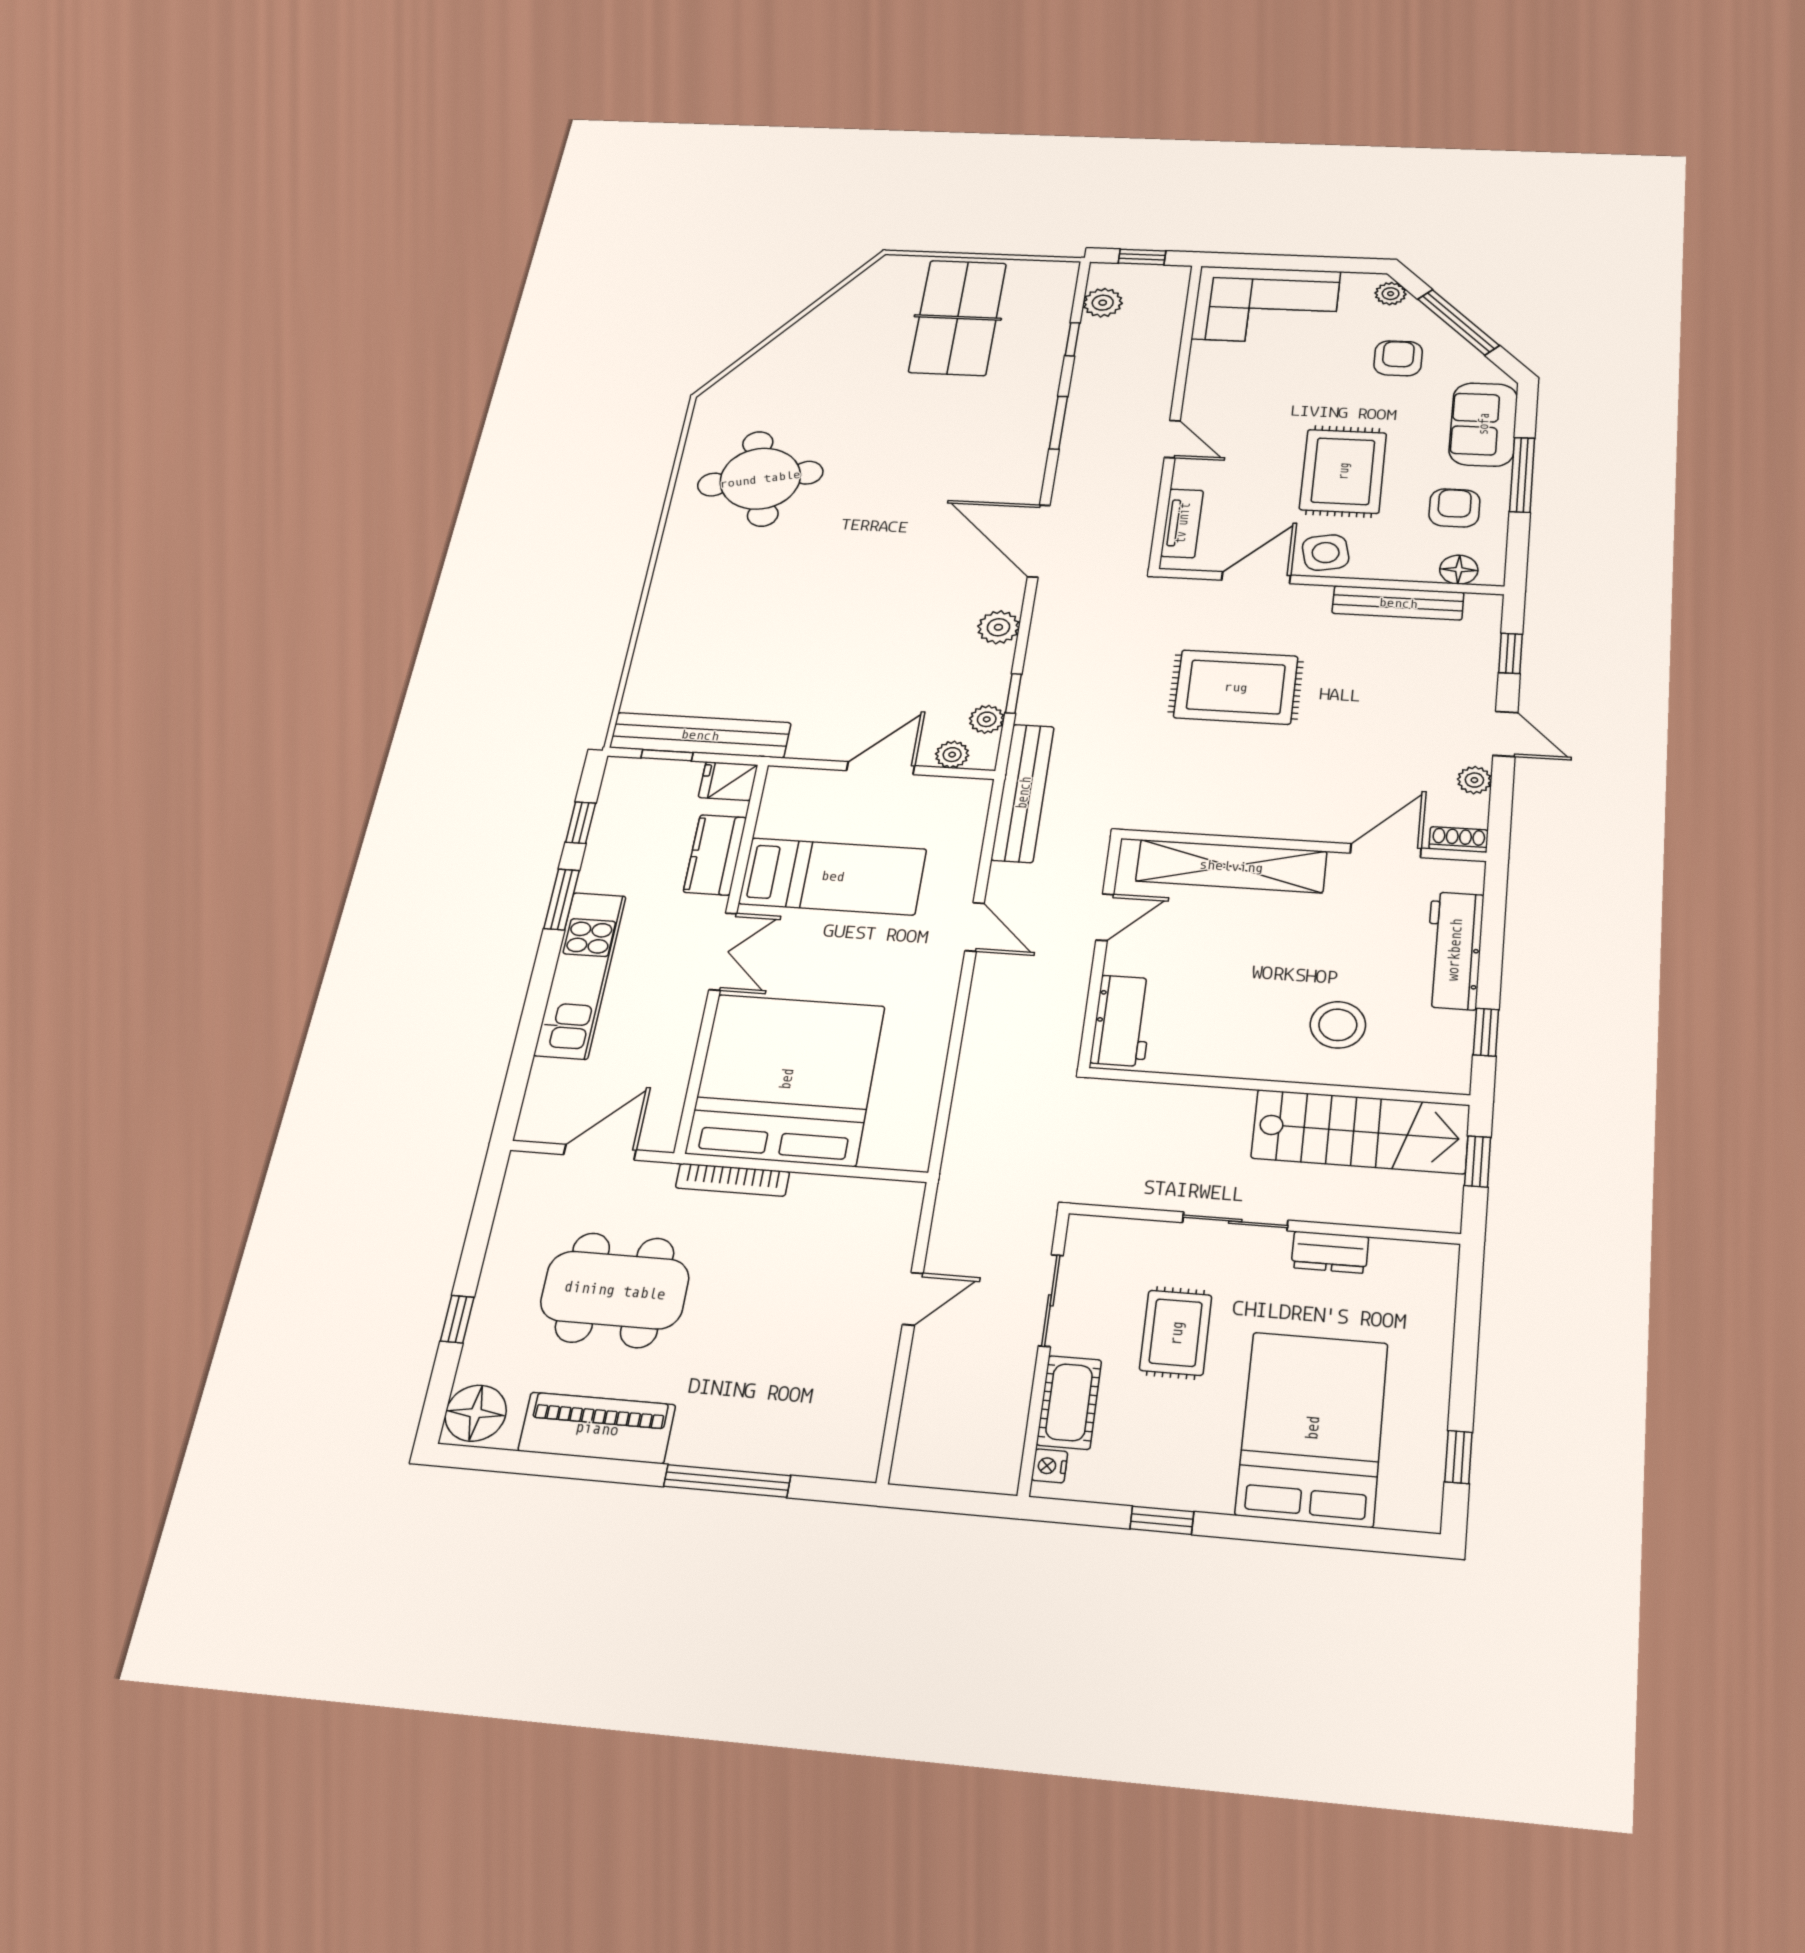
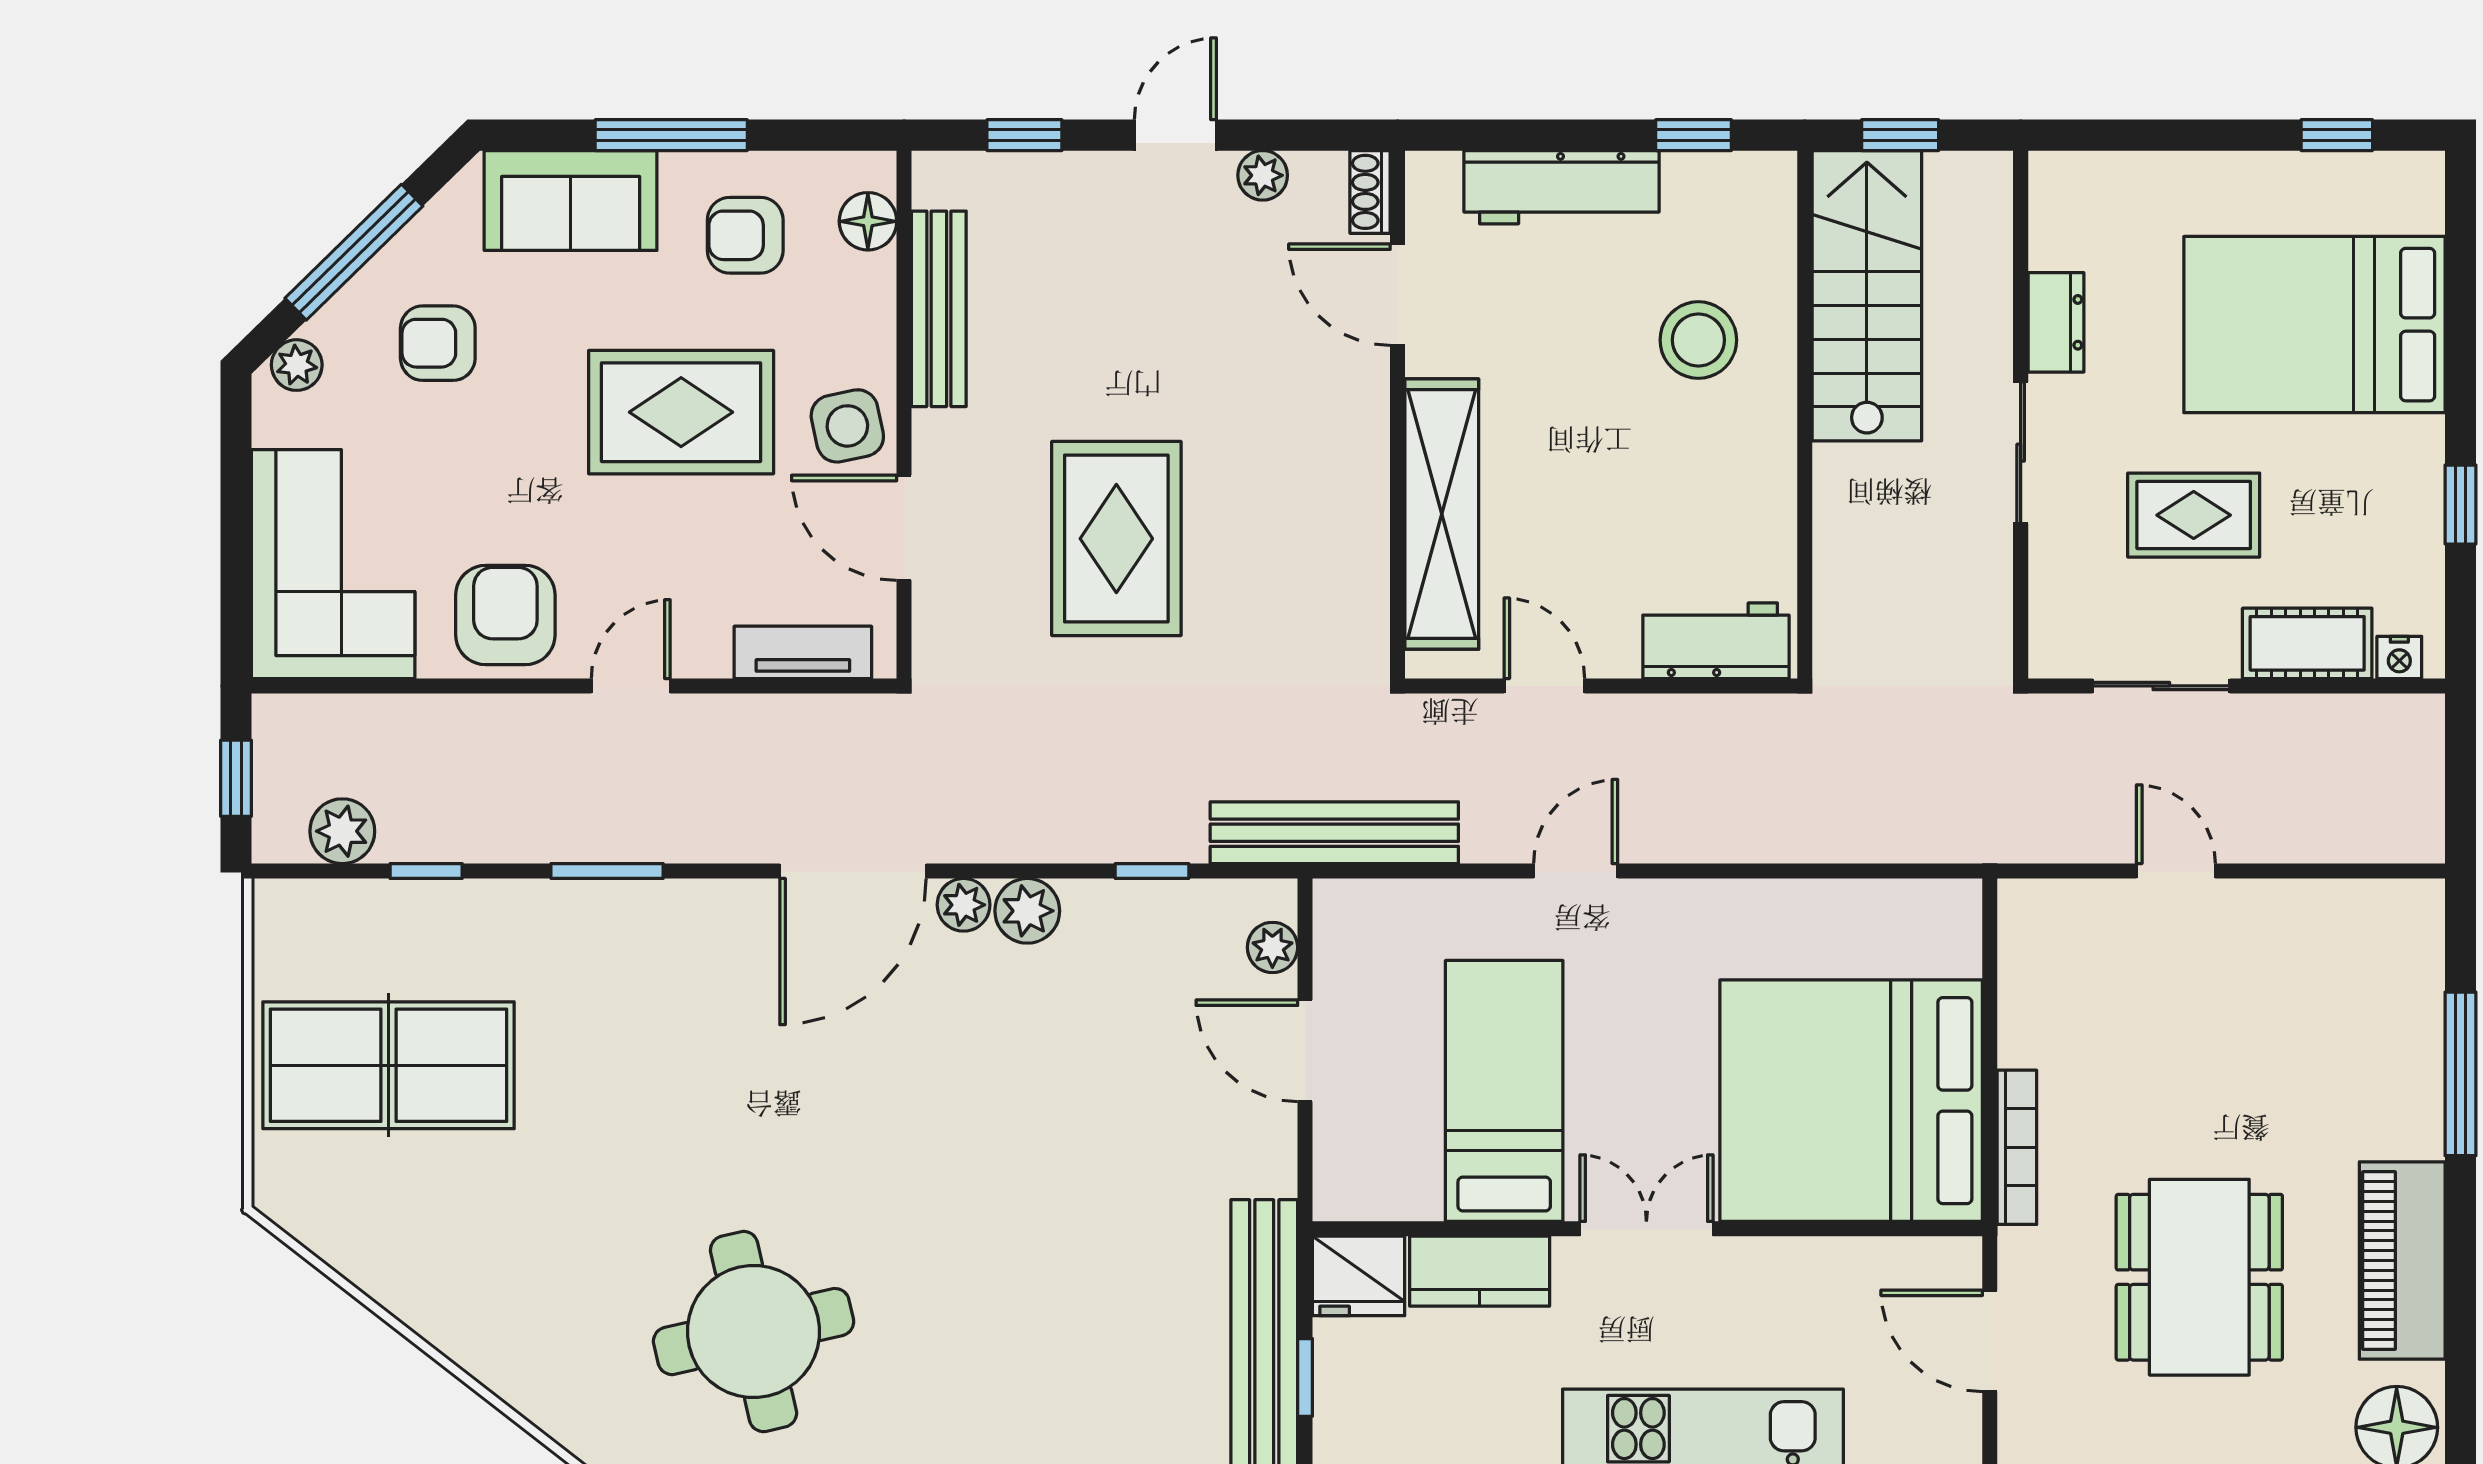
armchair: (1225, 382) -> (505, 615), added
plant: (987, 719) -> (964, 905), moved
fridge: (728, 781) -> (1359, 1276), width x1.38

